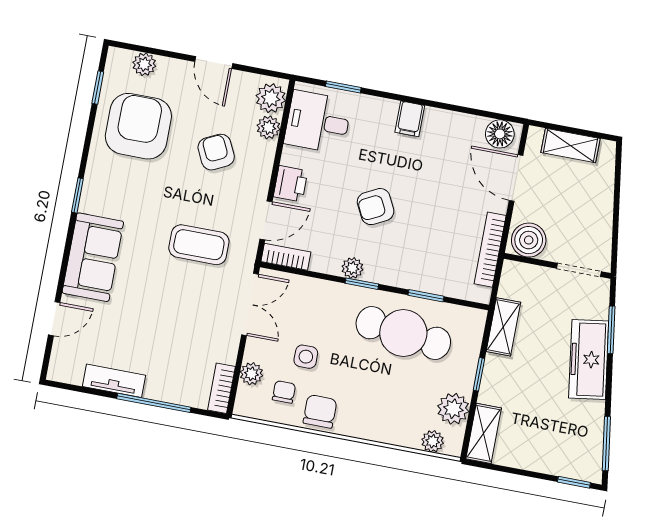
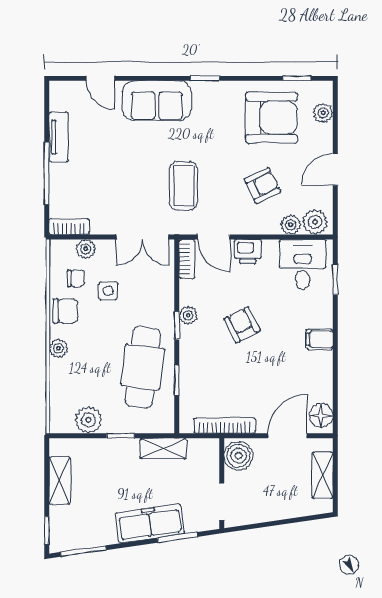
shelving: (484, 433) -> (60, 481), moved, turned 90
plant: (433, 441) -> (58, 348), moved

